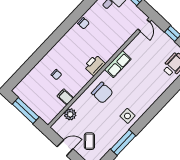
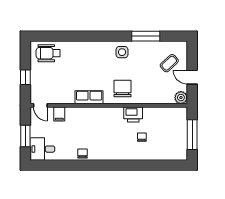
door: (144, 26) -> (40, 105), swing flipped
printer: (95, 65) -> (133, 114), moved
filing cabinet: (65, 97) -> (59, 114), moved
plant: (70, 114) -> (181, 98), moved

